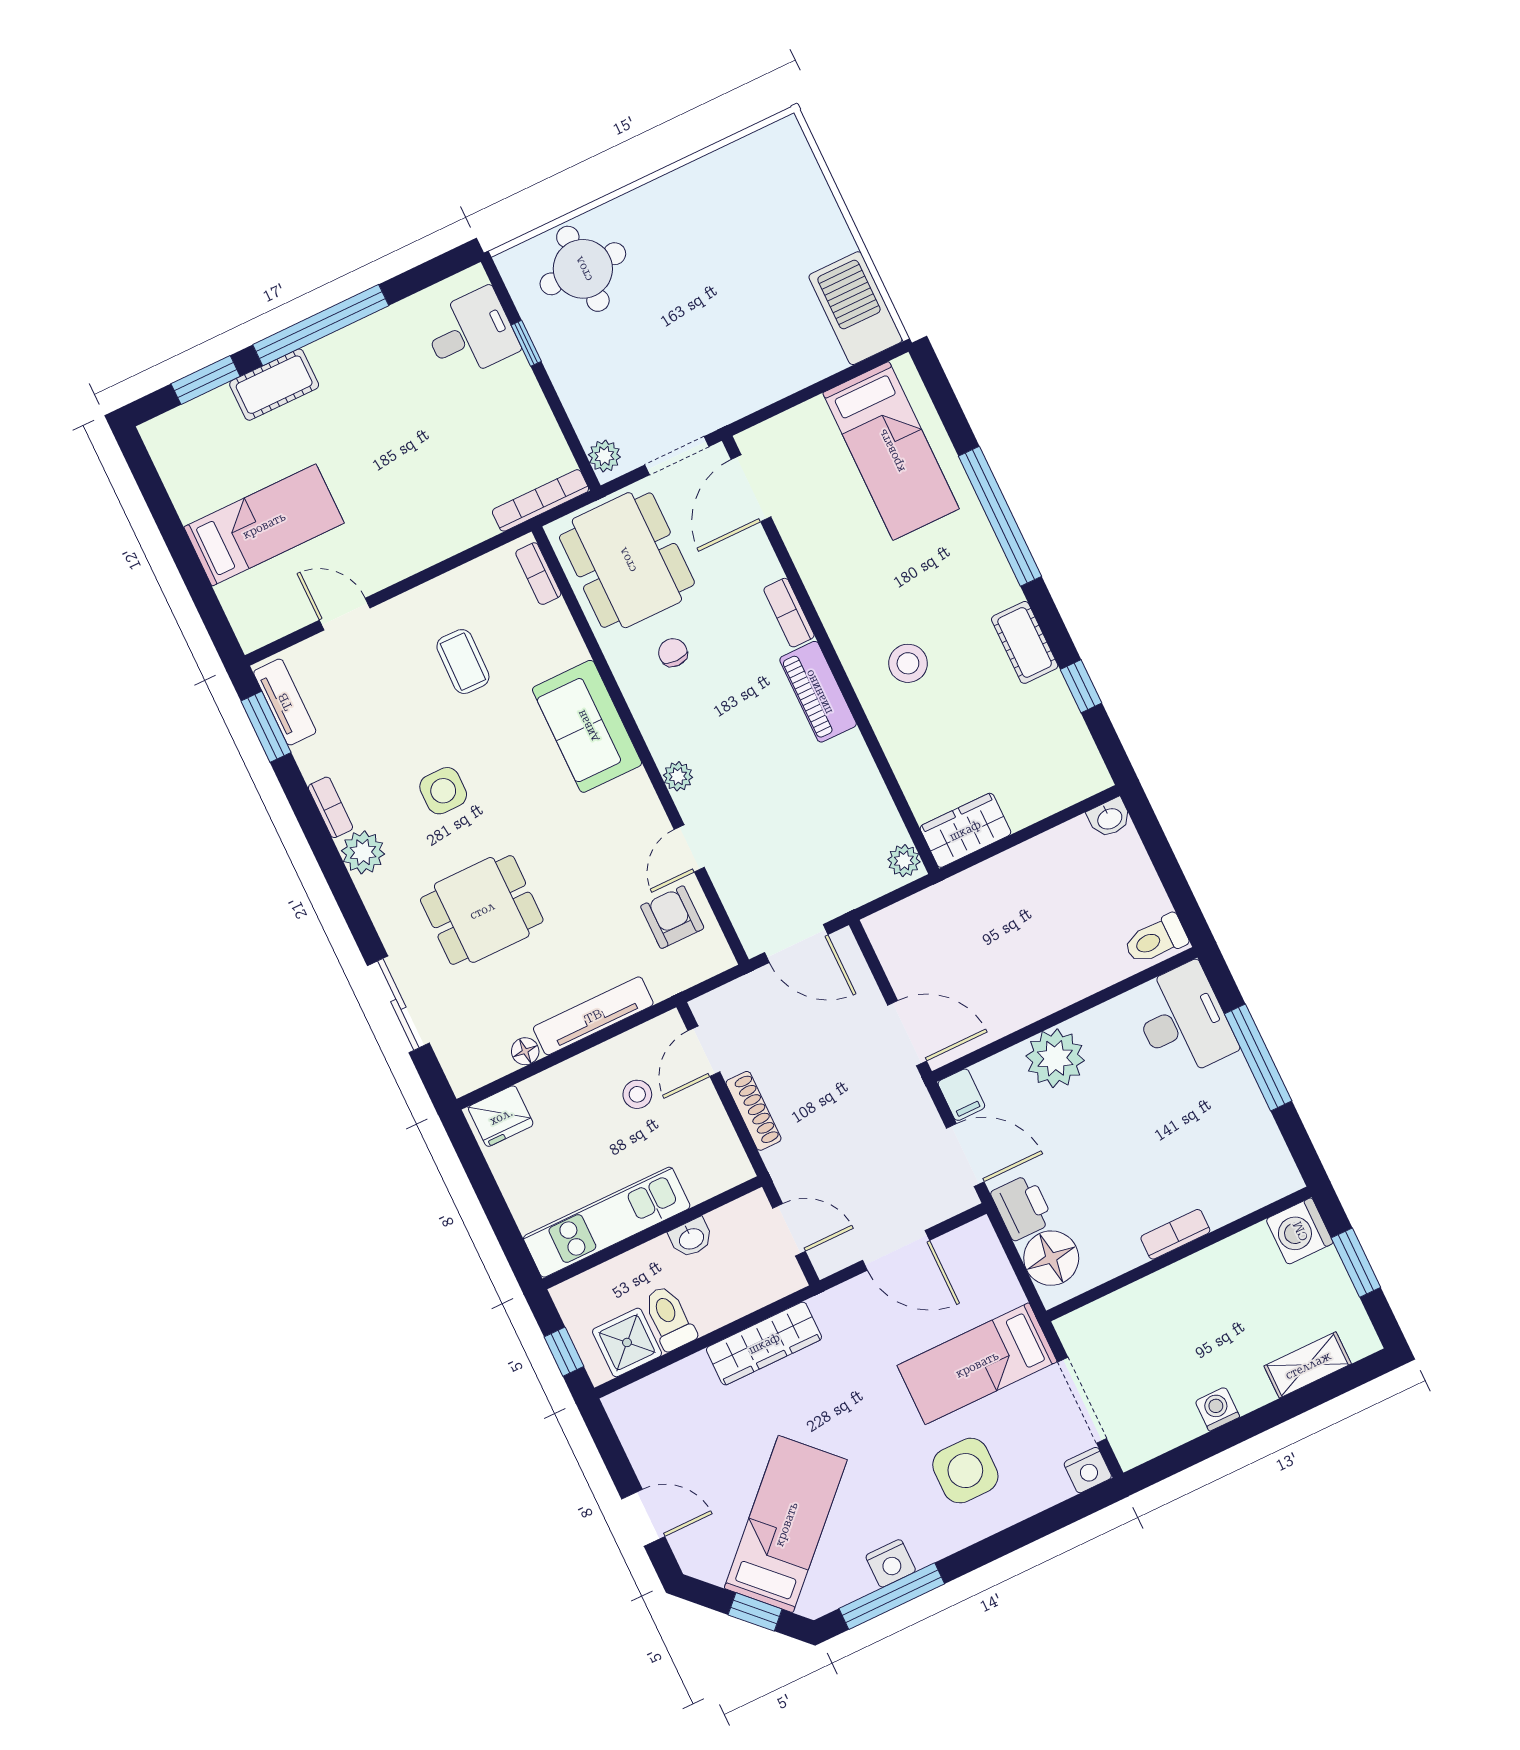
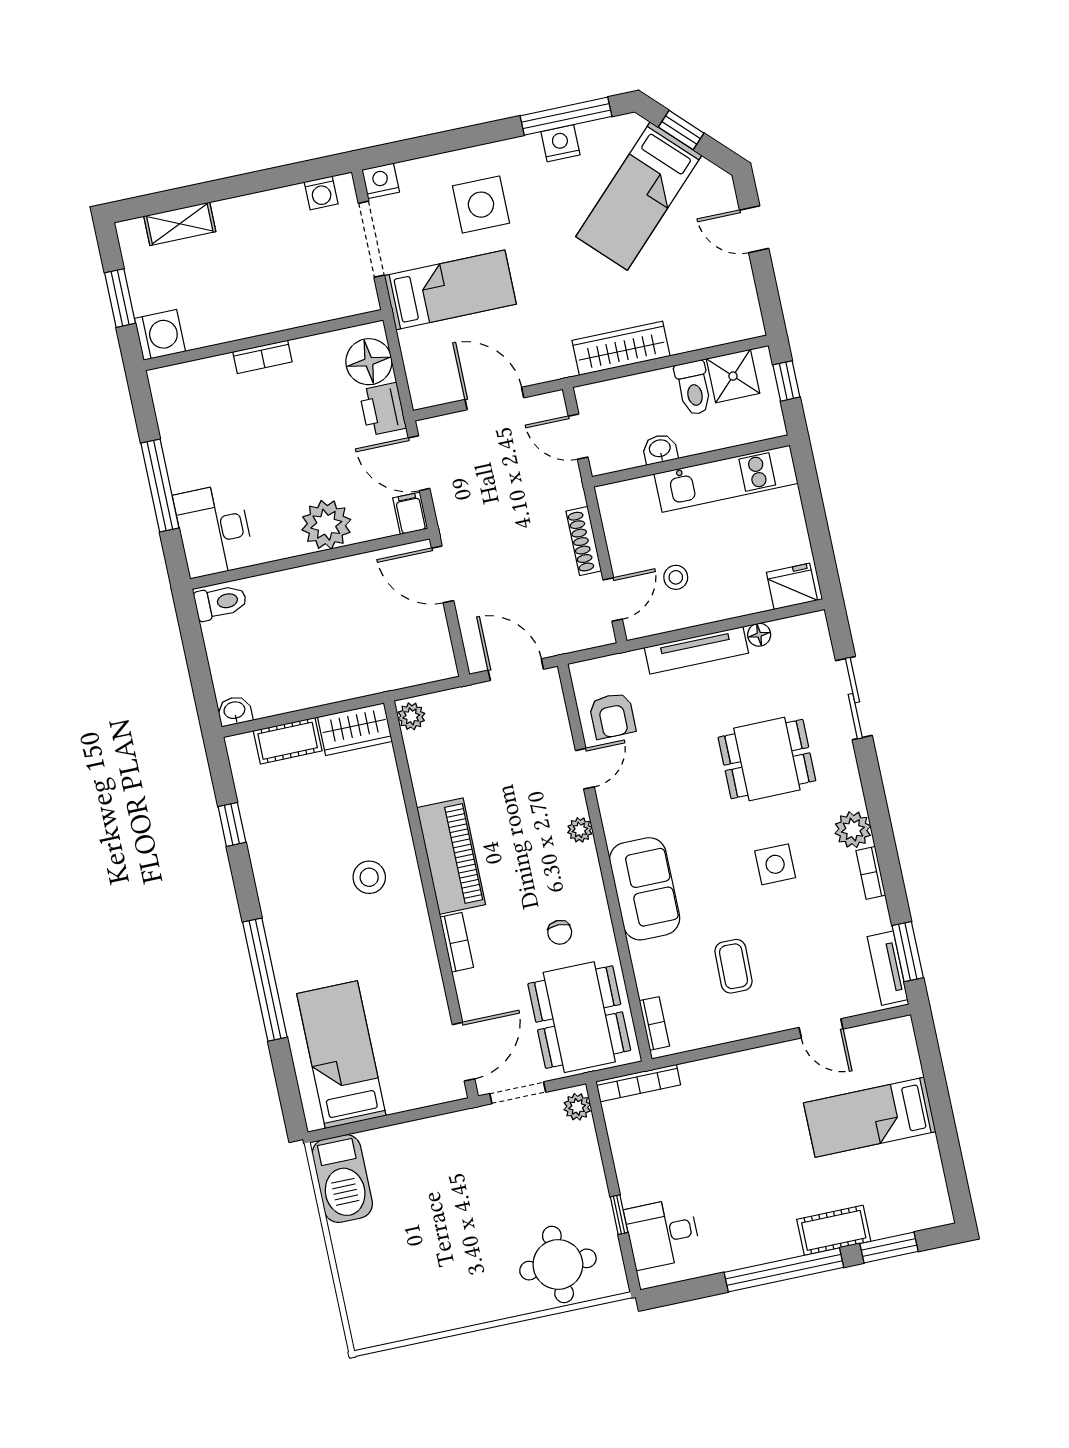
cot: (1025, 642) -> (288, 741), moved, turned 90
piano: (818, 692) -> (451, 856), width x1.37, depth x1.33
washing machine: (1217, 1409) -> (321, 193), moved

